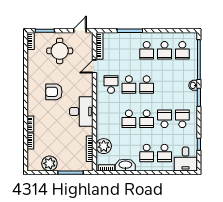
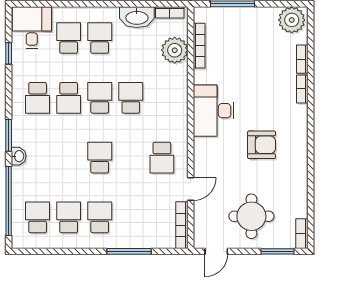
school desk: (129, 85) -> (131, 158), removed
plant: (49, 163) -> (292, 20), moved

